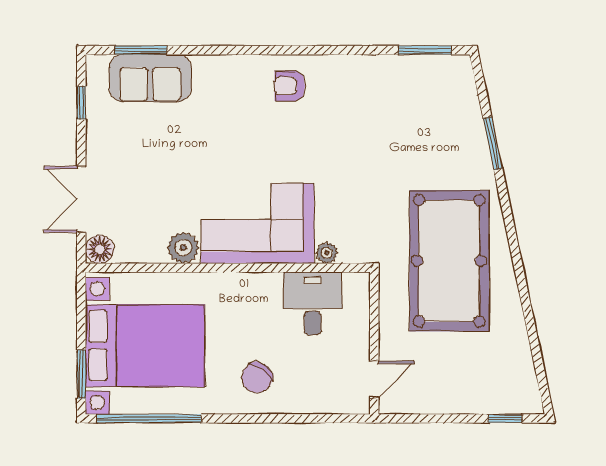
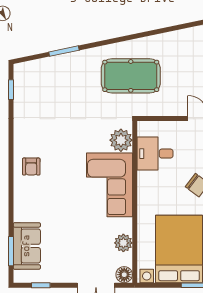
window: (425, 50) -> (11, 90), width x0.67
plant: (183, 248) -> (123, 243), moved
plant: (327, 253) -> (121, 140), width x1.88, depth x1.88
pool table: (449, 261) -> (131, 76), width x0.73, depth x0.76

